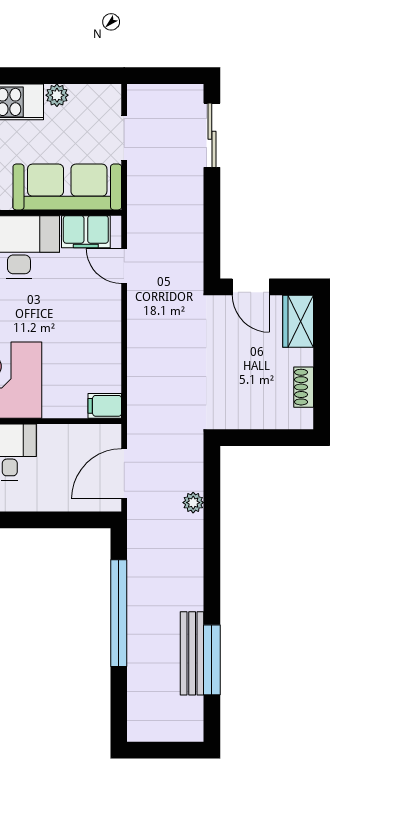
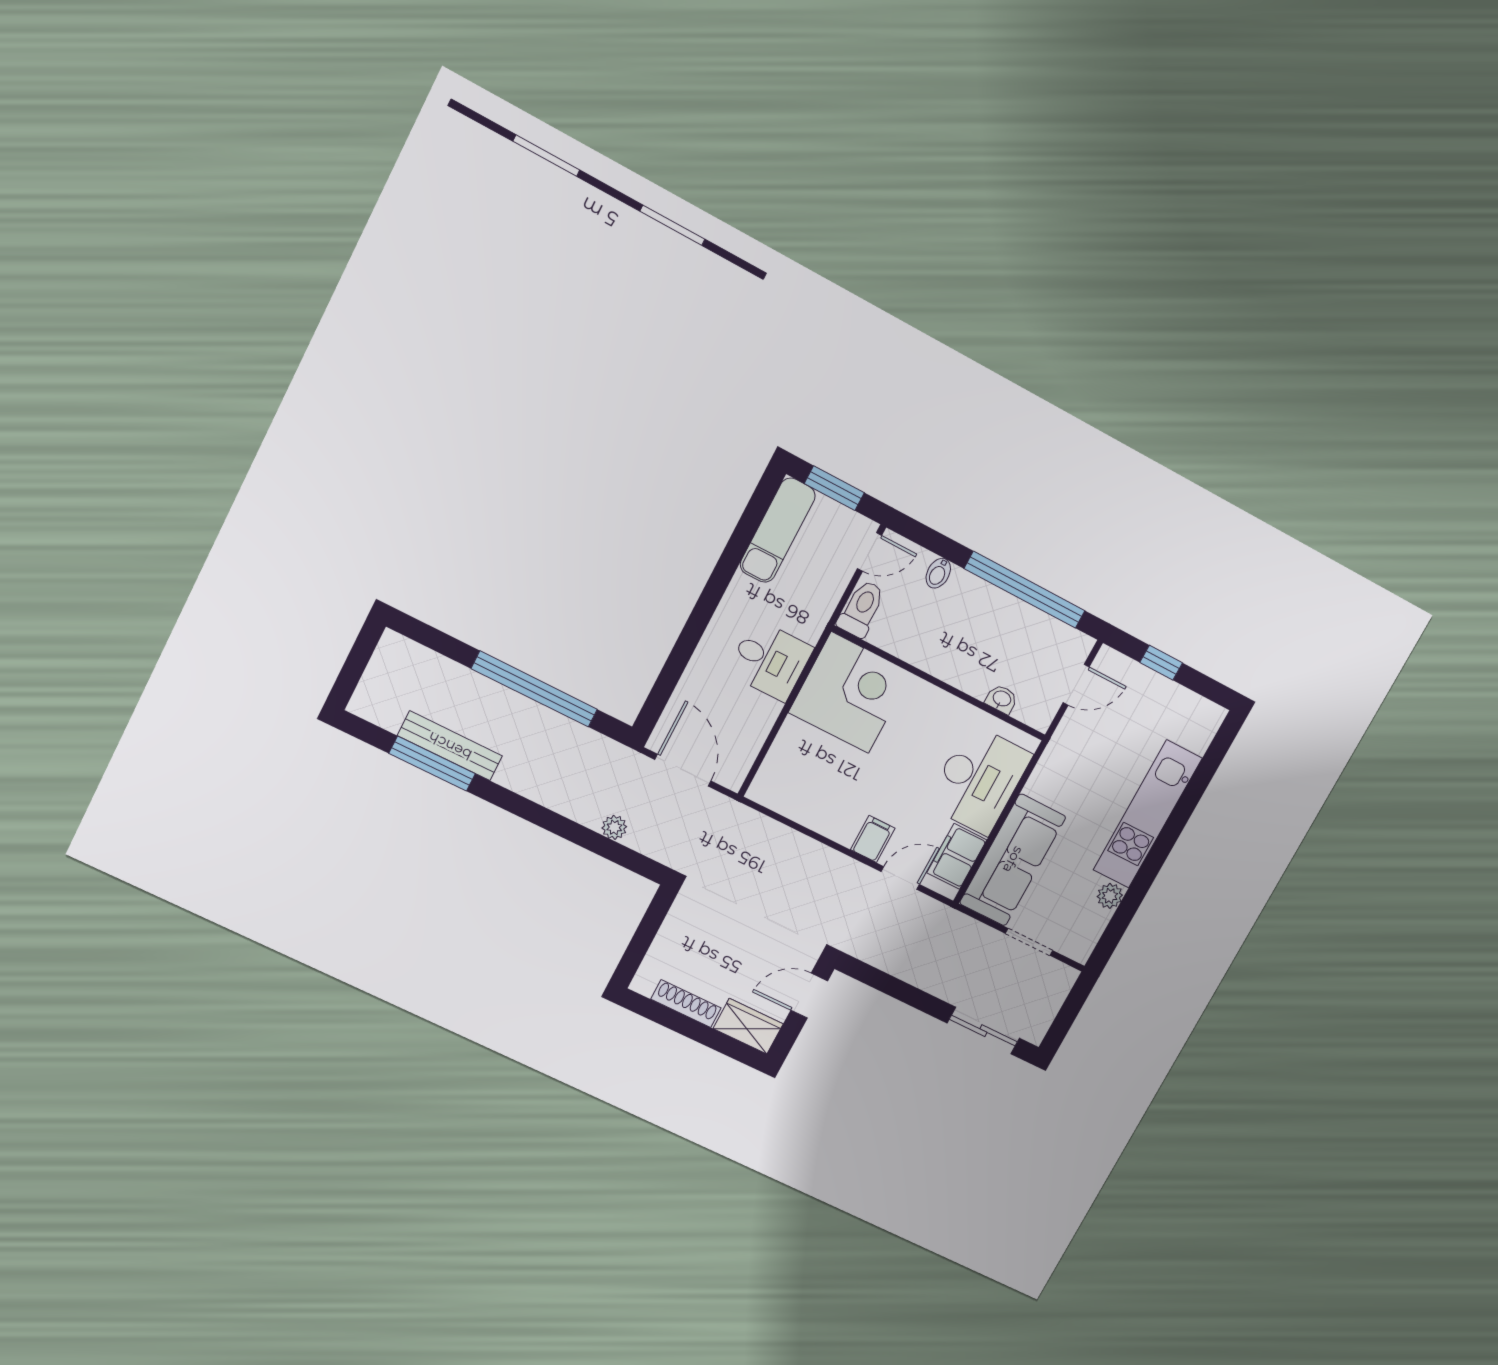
shoe rack: (304, 387) -> (686, 1004), width x1.43
filing cabinet: (105, 406) -> (873, 839), moved

